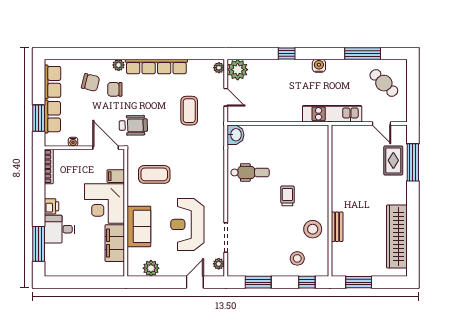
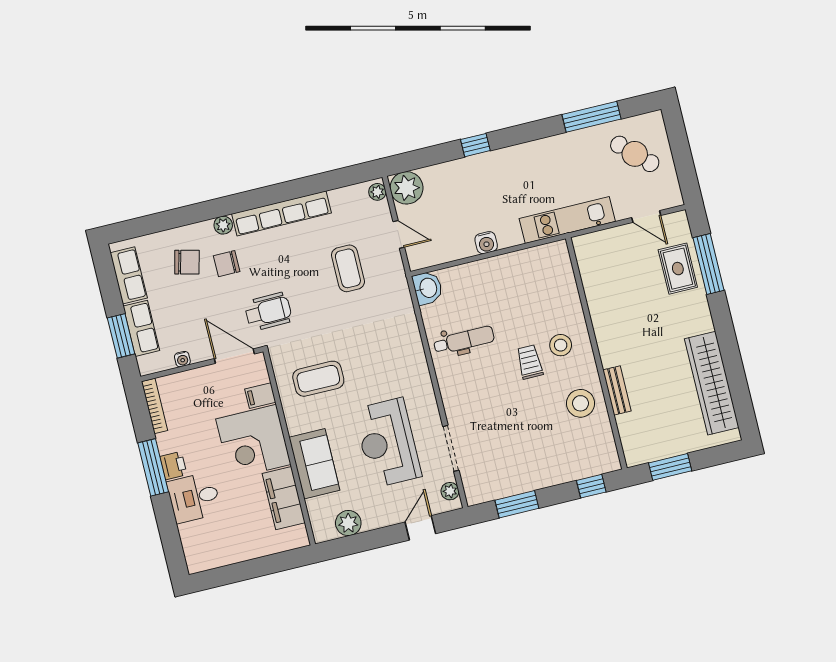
water cooler: (319, 66) -> (486, 243), moved, turned 180
window: (39, 244) -> (153, 467), moved
stool: (297, 258) -> (561, 345), moved

